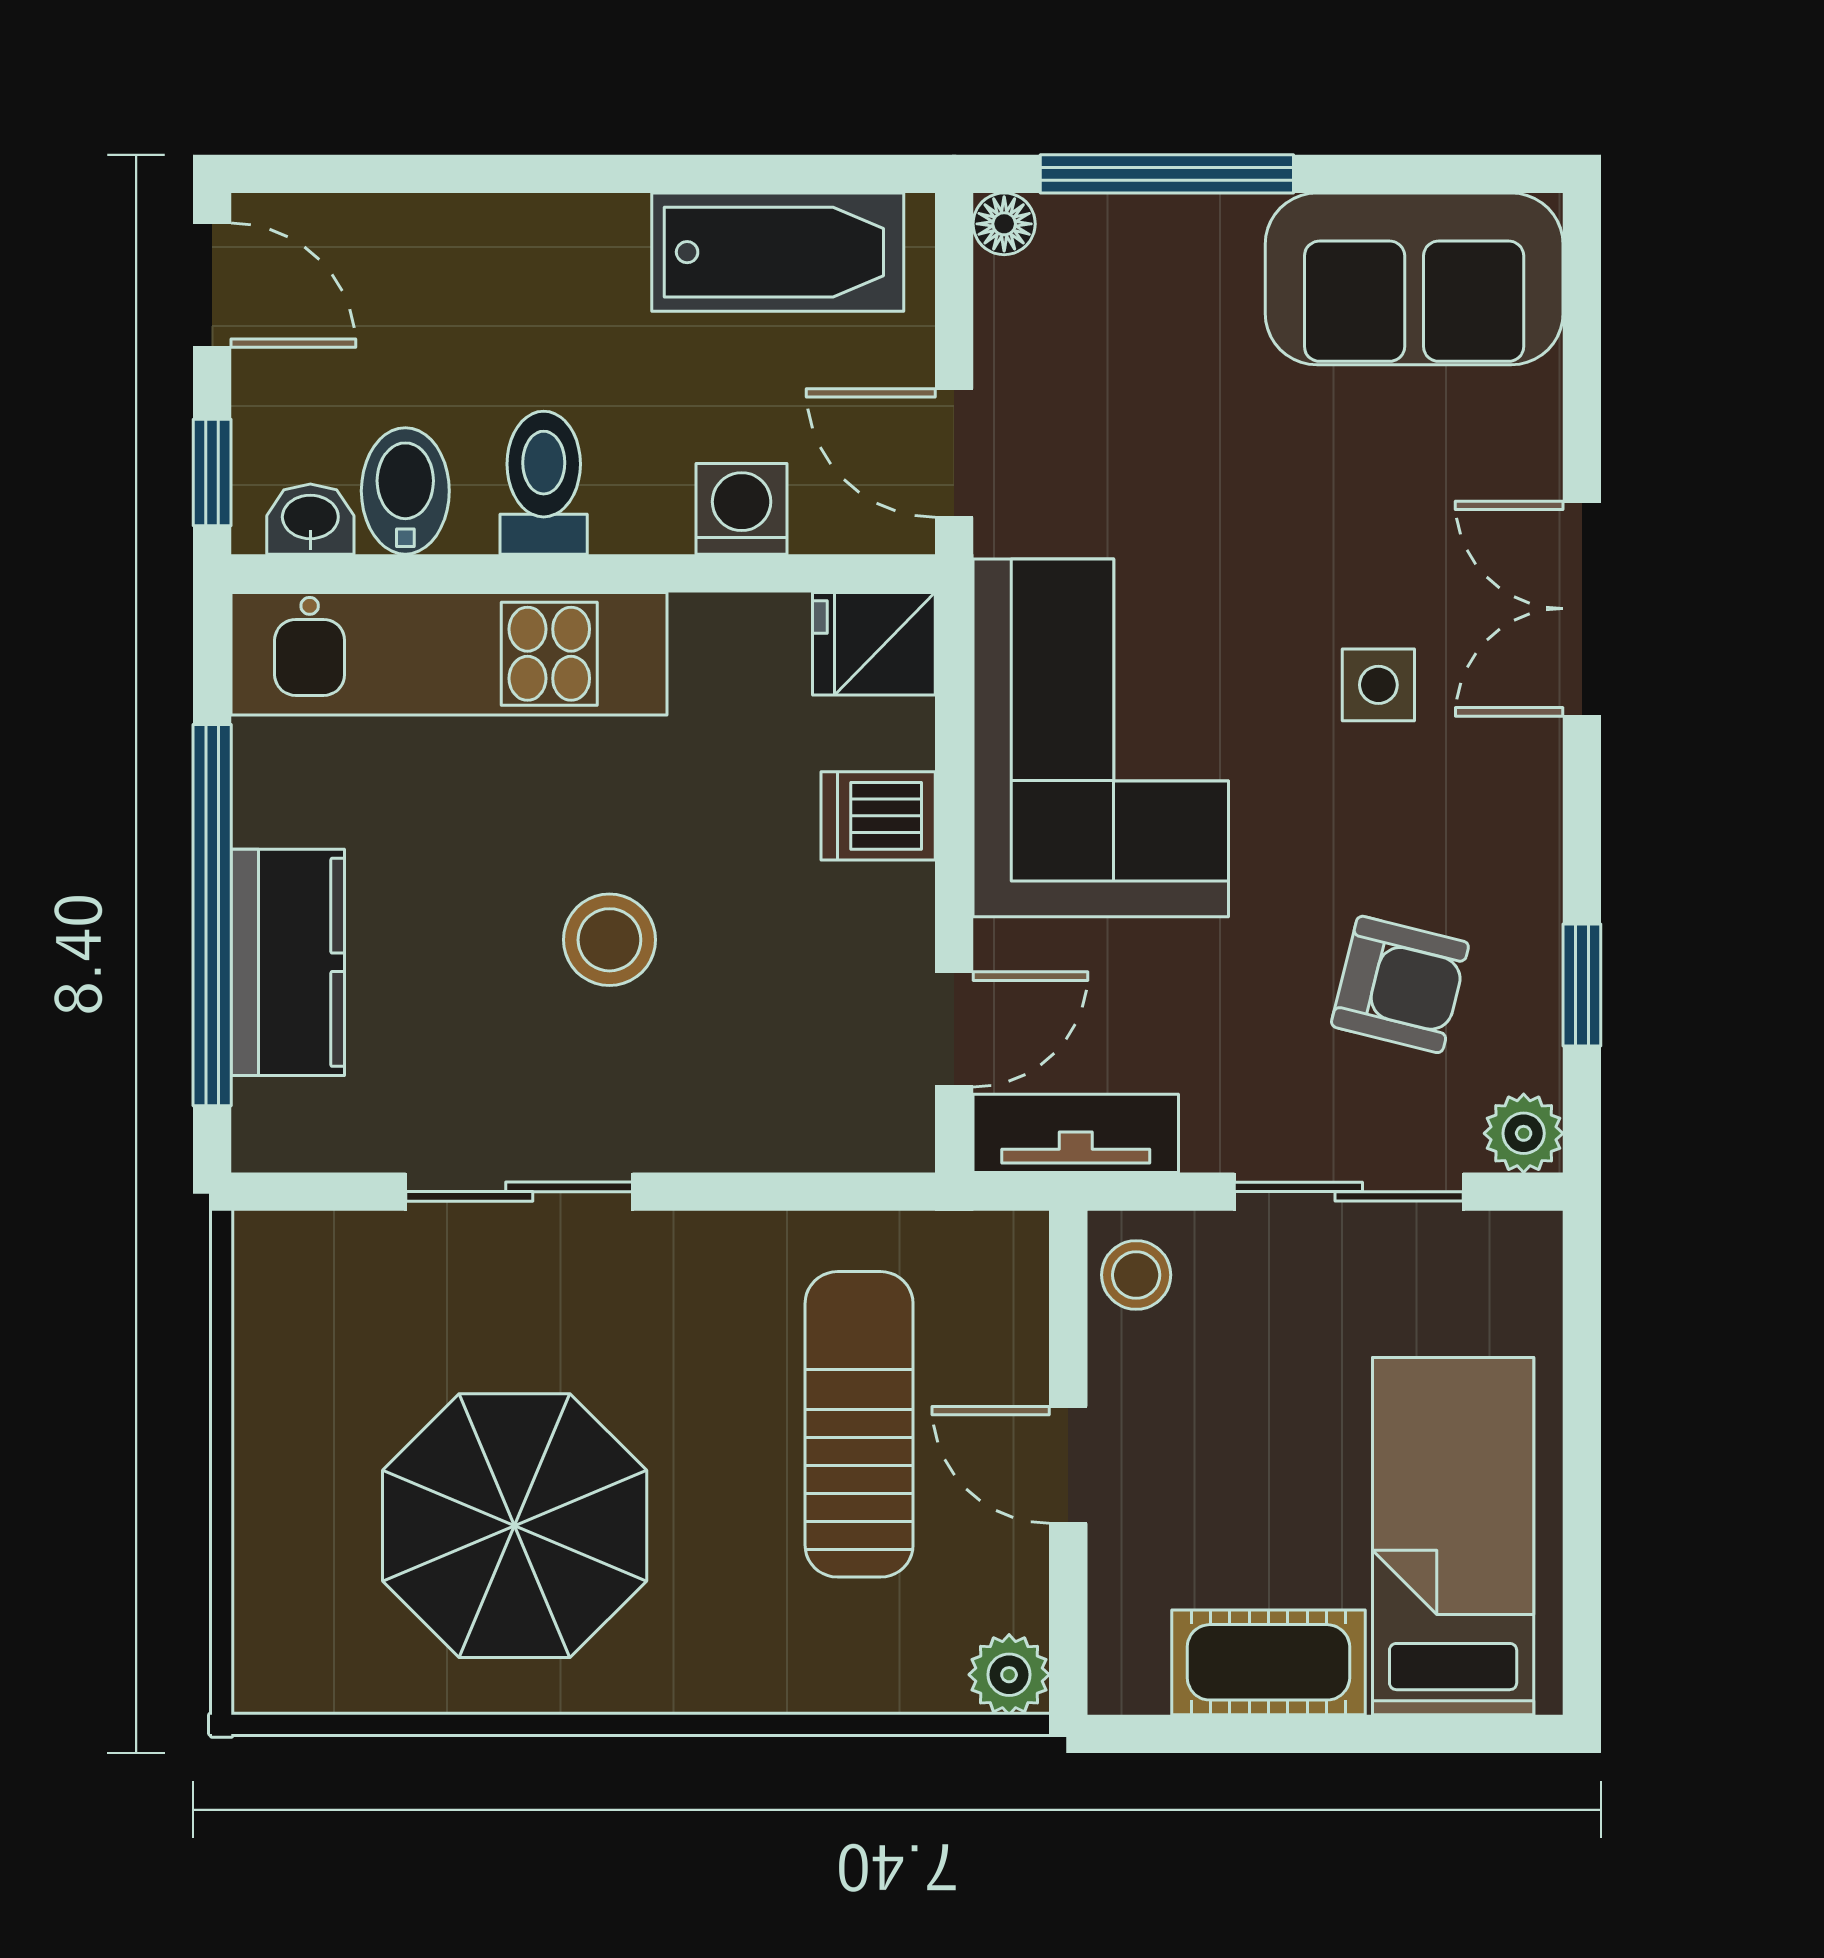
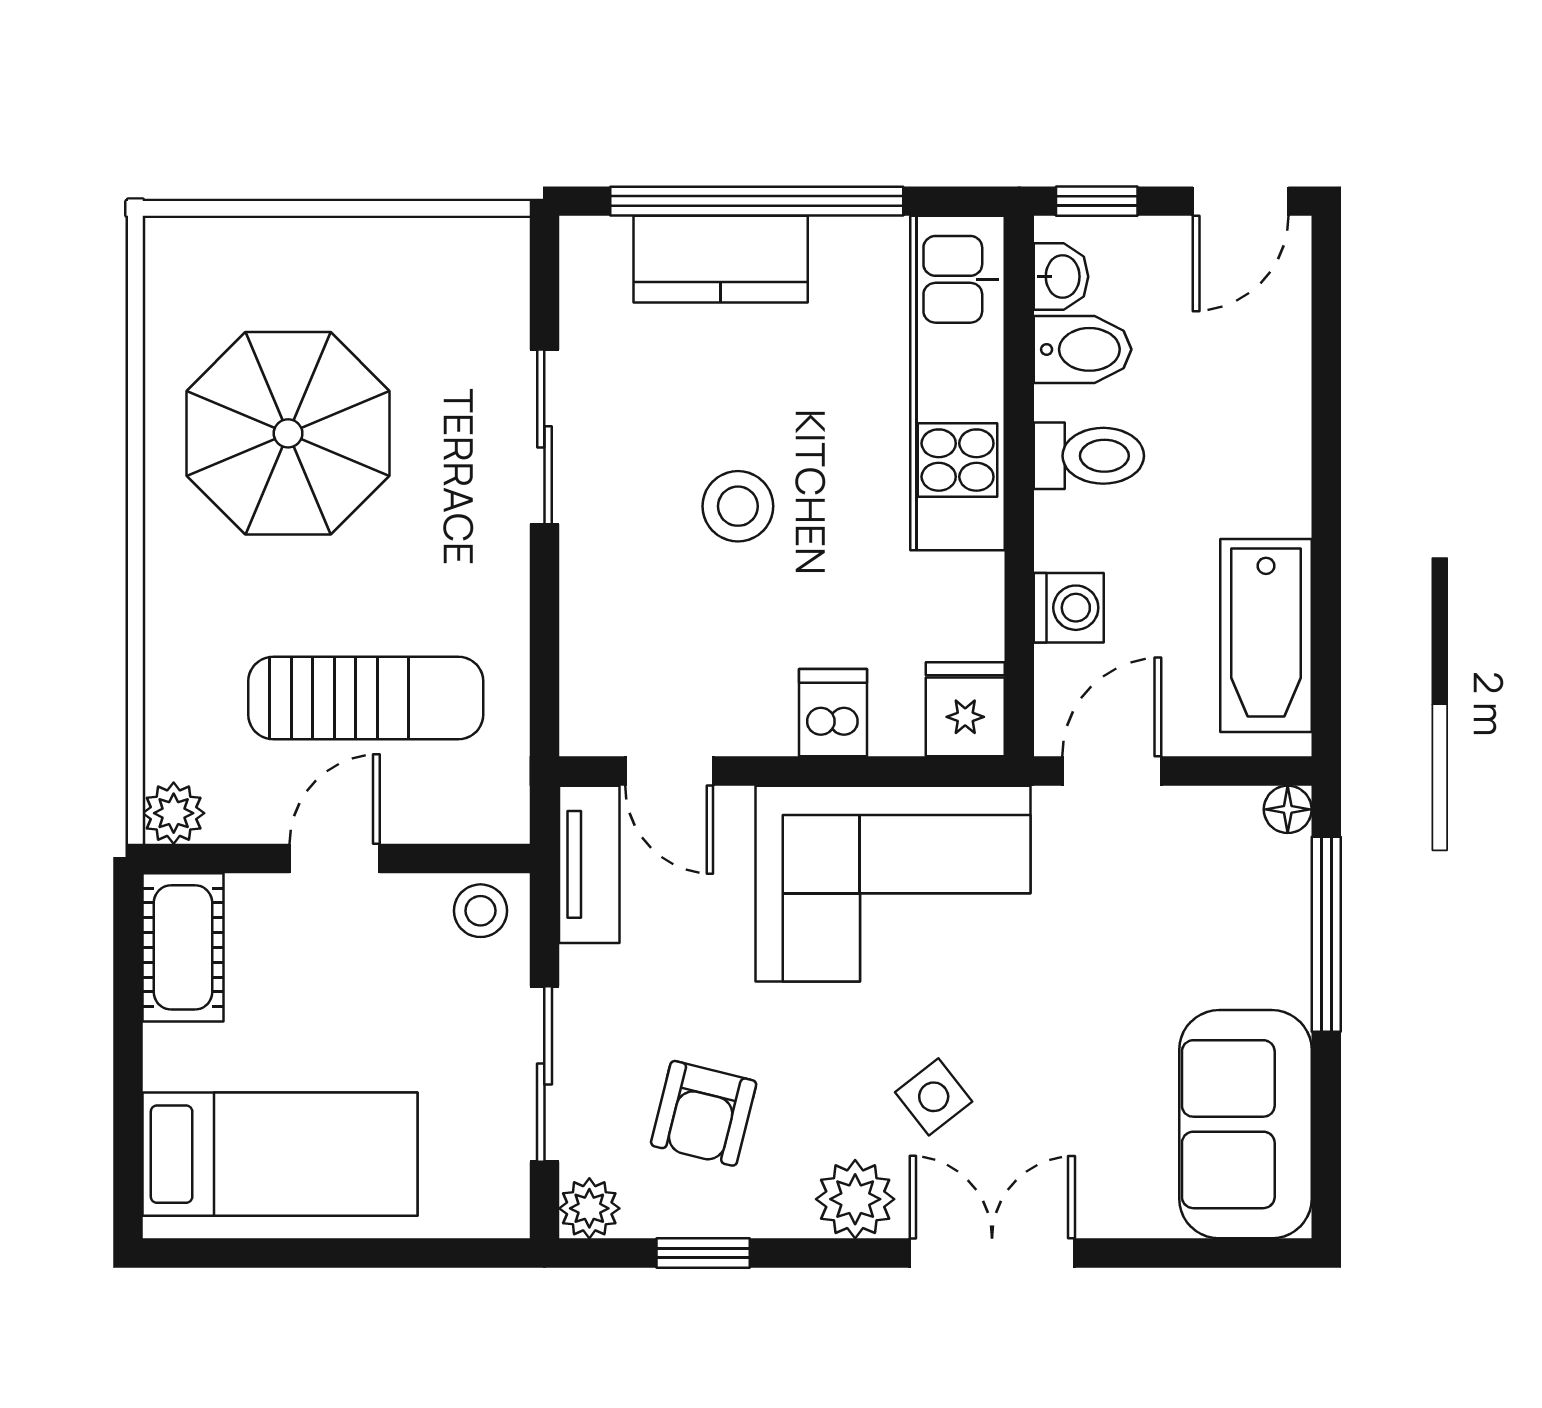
side table: (1378, 685) -> (934, 1097), turned -38
plant: (1512, 787) -> (855, 1199), added
cot: (1268, 1662) -> (183, 947), moved

